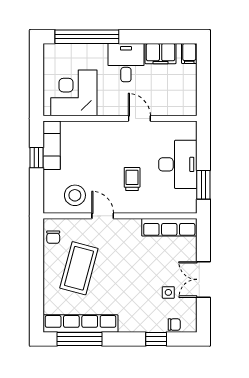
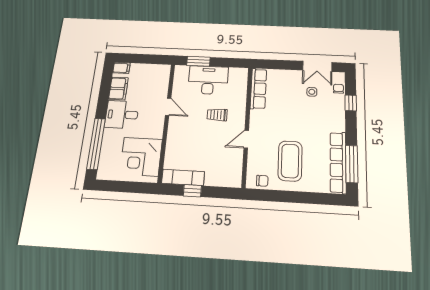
door: (139, 118) -> (168, 107), swing flipped
window: (203, 185) -> (198, 61), moved
stool: (75, 195) -> (227, 161), removed
coffee table: (79, 268) -> (290, 161), turned 75
double door: (203, 279) -> (317, 66), moved

